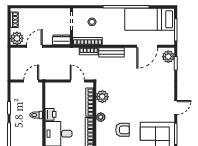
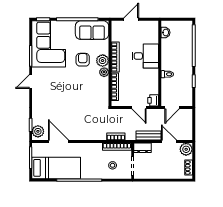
door: (34, 46) -> (169, 142), swing flipped
door: (147, 46) -> (58, 142), hinge flipped
bench: (111, 52) -> (148, 136), moved
door: (77, 81) -> (139, 108), moved
plant: (102, 97) -> (103, 61), moved
printer: (51, 114) -> (153, 100), moved
armchair: (123, 130) -> (83, 60), turned 90

